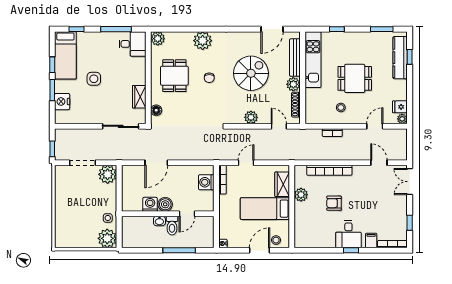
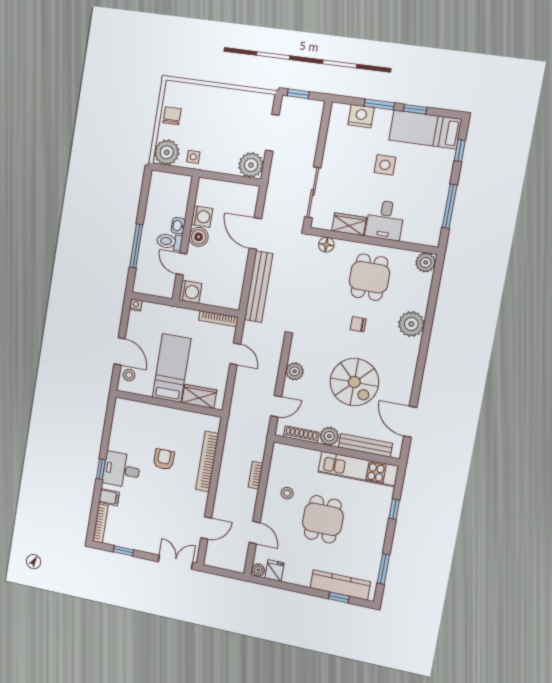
desk: (132, 44) -> (385, 220), moved
dining table: (174, 76) -> (369, 277), turned 90
bench: (194, 154) -> (259, 287), added
washing machine: (206, 182) -> (190, 292), moved, turned 90
plant: (301, 195) -> (182, 418), removed
chair: (80, 239) -> (172, 116), added

